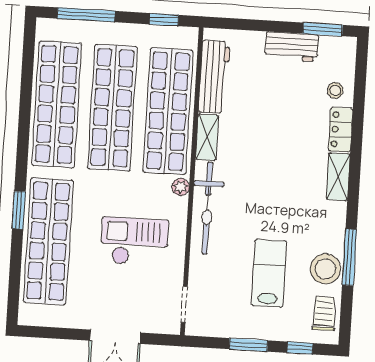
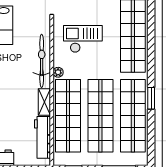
window: (19, 210) -> (151, 98), moved
checkout: (134, 241) -> (83, 39), turned 180

